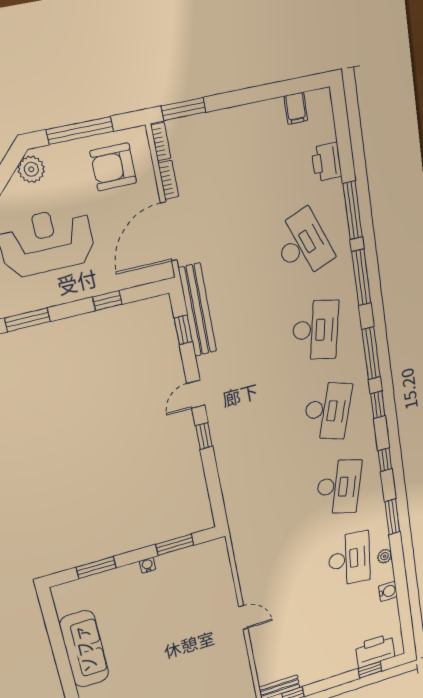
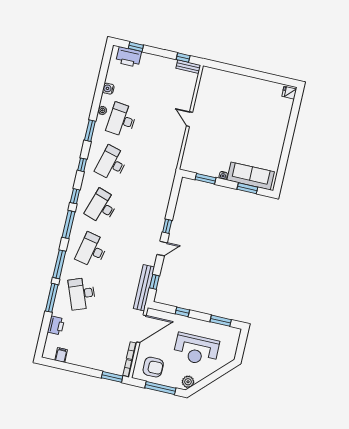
sofa: (84, 649) -> (251, 176), moved, turned 90

